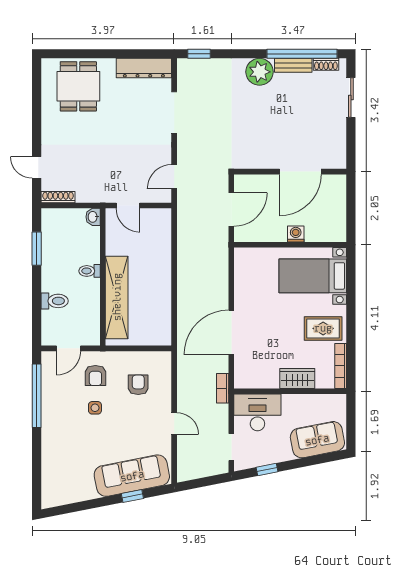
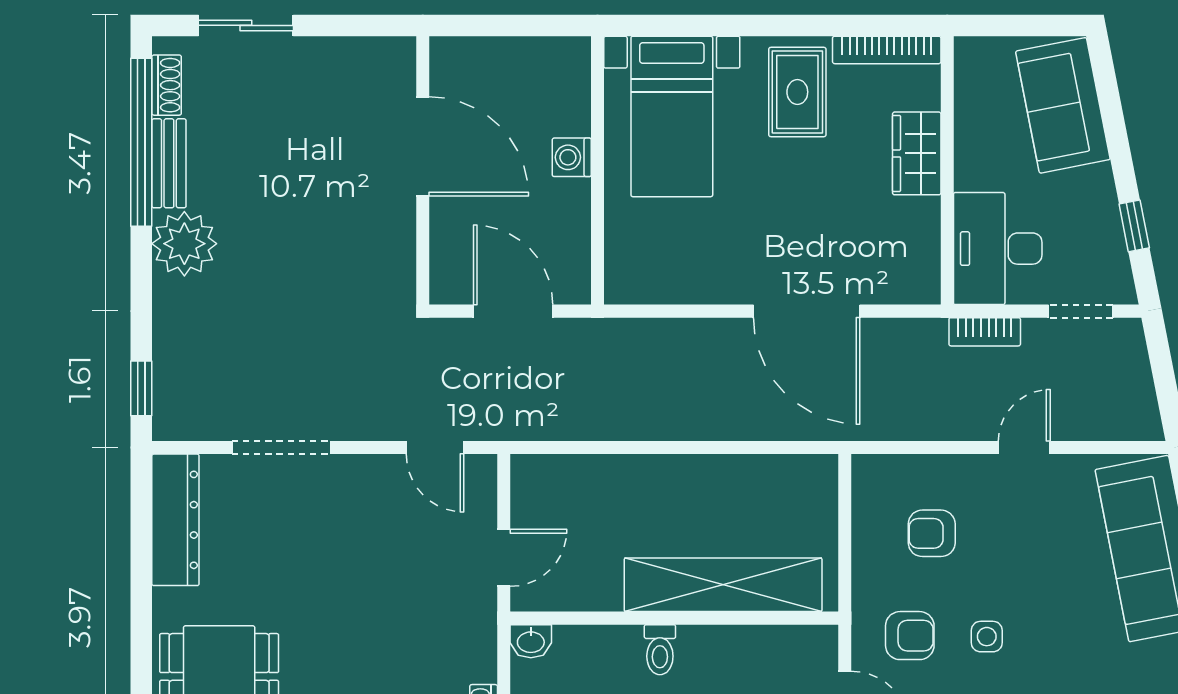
bookcase: (223, 388) -> (985, 332), moved

